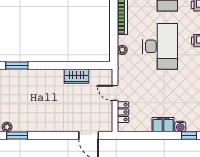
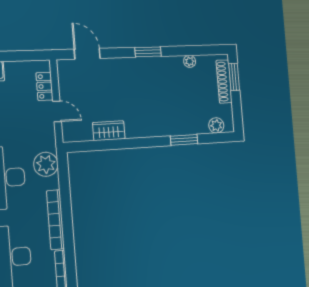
plant: (122, 50) -> (46, 164), width x1.87, depth x1.87
window: (17, 135) -> (148, 52), moved

